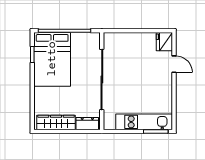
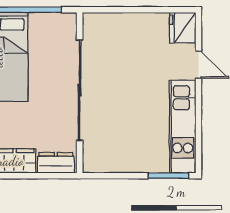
kitchen unit: (144, 122) -> (183, 127), moved, turned -90

